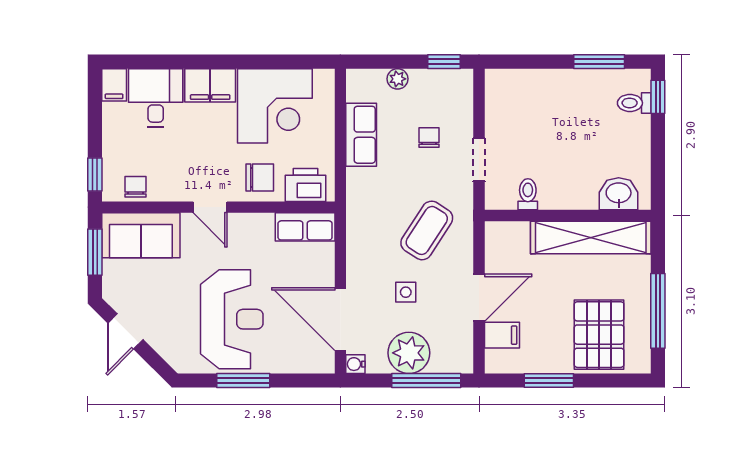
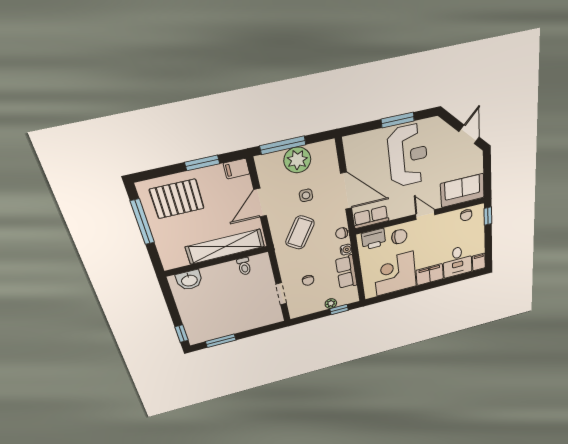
window: (444, 62) -> (339, 310), moved
toilet: (634, 103) -> (194, 327), removed
doorway: (479, 160) -> (281, 294), moved
chair: (260, 178) -> (399, 237), turned 180
chair: (358, 211) -> (342, 233), added
shelving: (591, 237) -> (225, 247), moved
window: (95, 252) -> (487, 175), removed
reception desk: (232, 319) -> (408, 156), turned 180
door: (340, 319) -> (346, 191), moved
filing cabinet: (502, 335) -> (236, 169), moved
pallet: (599, 335) -> (177, 199), turned 90
water cooler: (355, 364) -> (346, 250), moved

